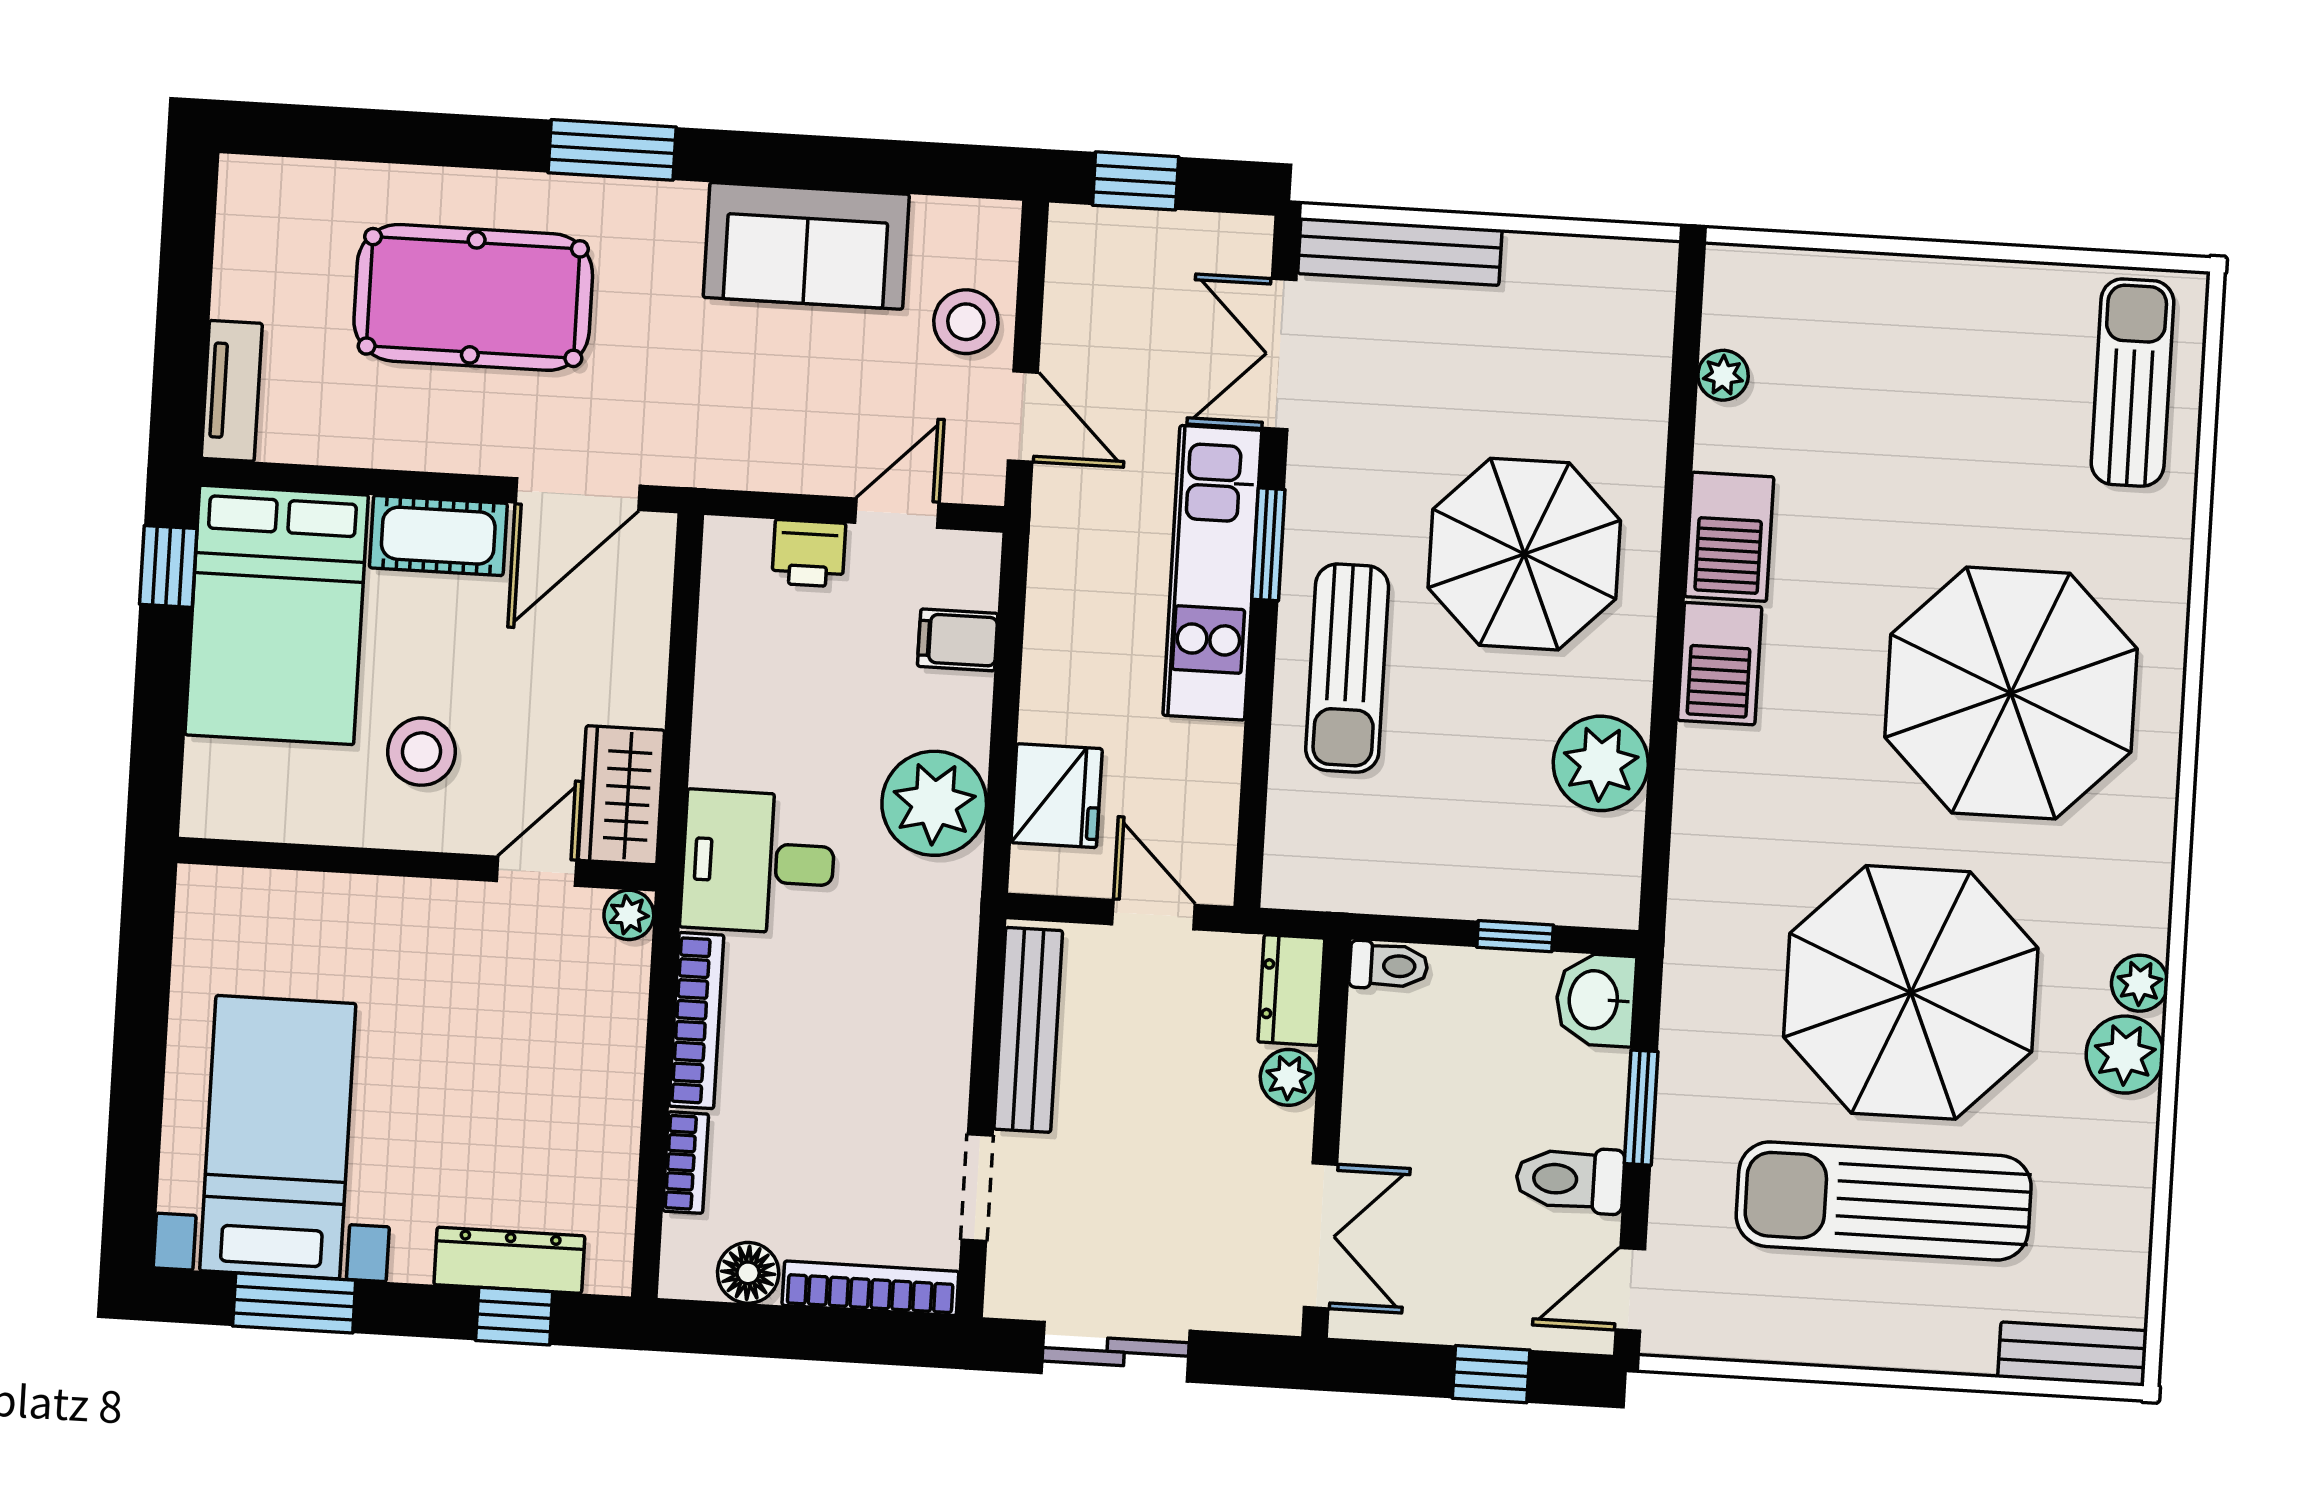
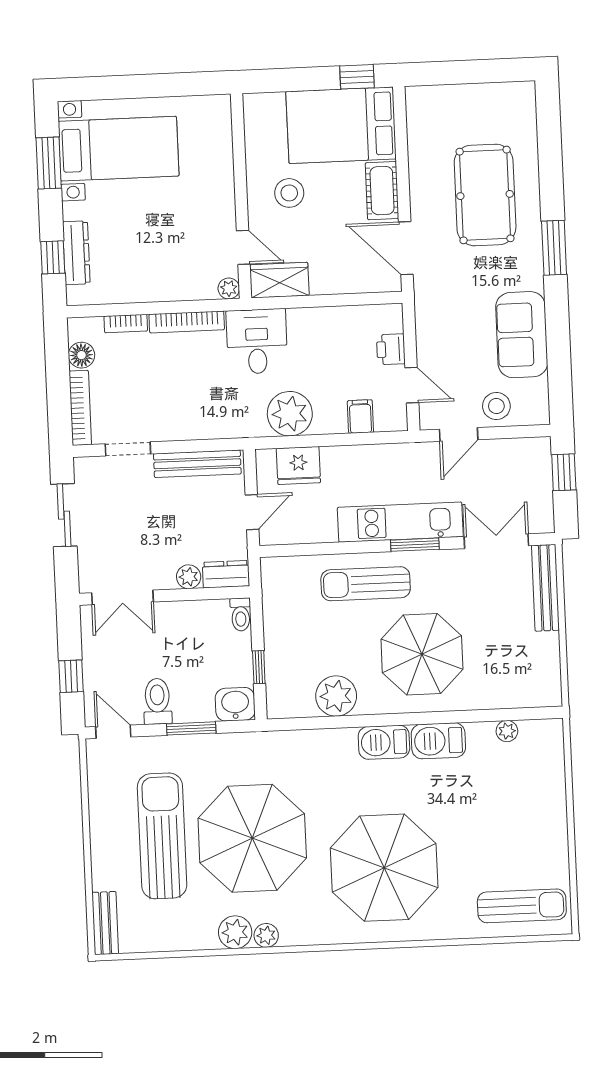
tv unit: (232, 391) -> (435, 96), removed

